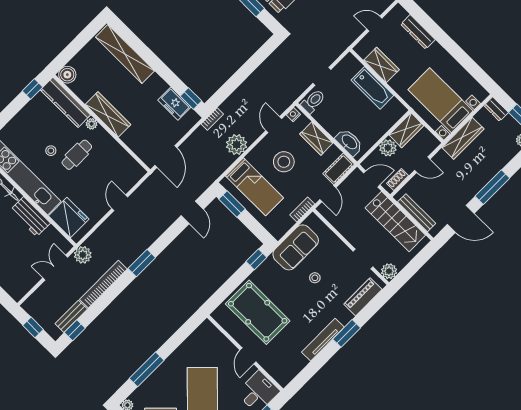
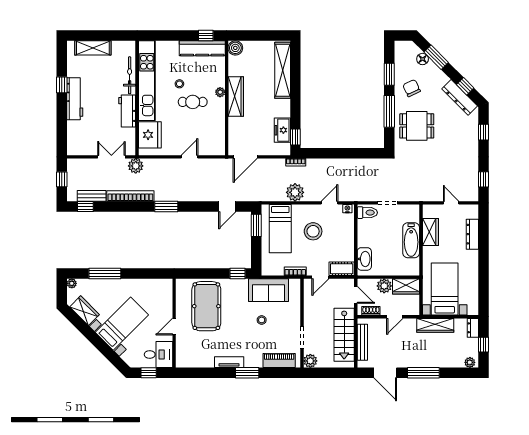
kitchen counter: (65, 102) -> (202, 48), moved, turned -90
wardrobe: (316, 138) -> (347, 237), removed
door: (422, 165) -> (395, 317), hinge flipped
tv unit: (323, 340) -> (229, 362), width x0.71

